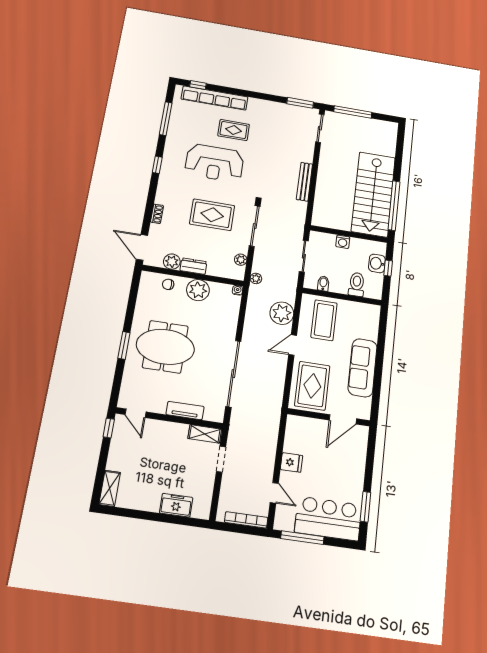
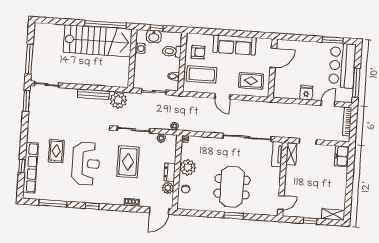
window: (198, 85) -> (22, 166), moved
washing machine: (343, 242) -> (140, 48), moved
plant: (282, 313) -> (118, 100), moved
armchair: (354, 318) -> (198, 52), added
rug: (312, 386) -> (251, 81), width x0.73, depth x0.70
tv unit: (185, 411) -> (277, 154), moved
door: (343, 419) -> (273, 58), hinge flipped
window: (109, 428) -> (310, 221), moved
freezer: (176, 505) -> (342, 156), moved

